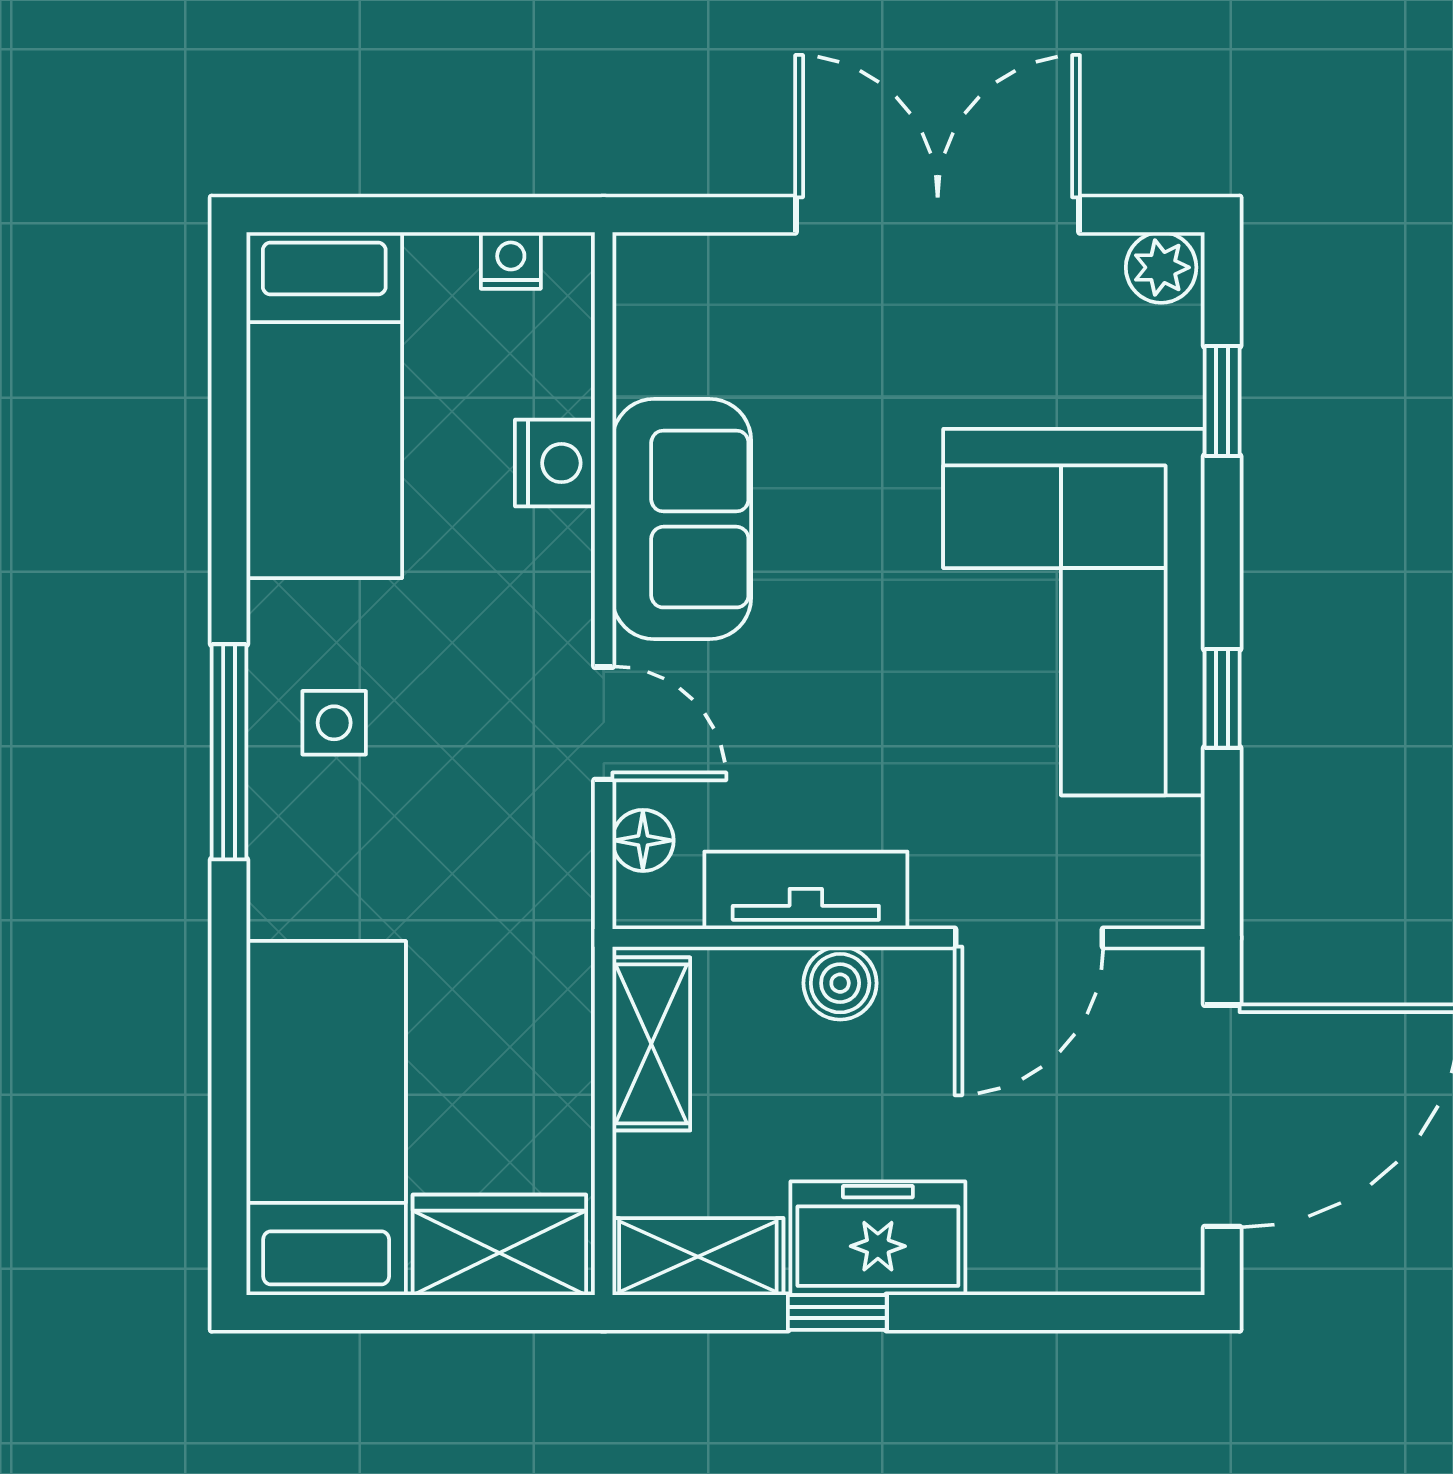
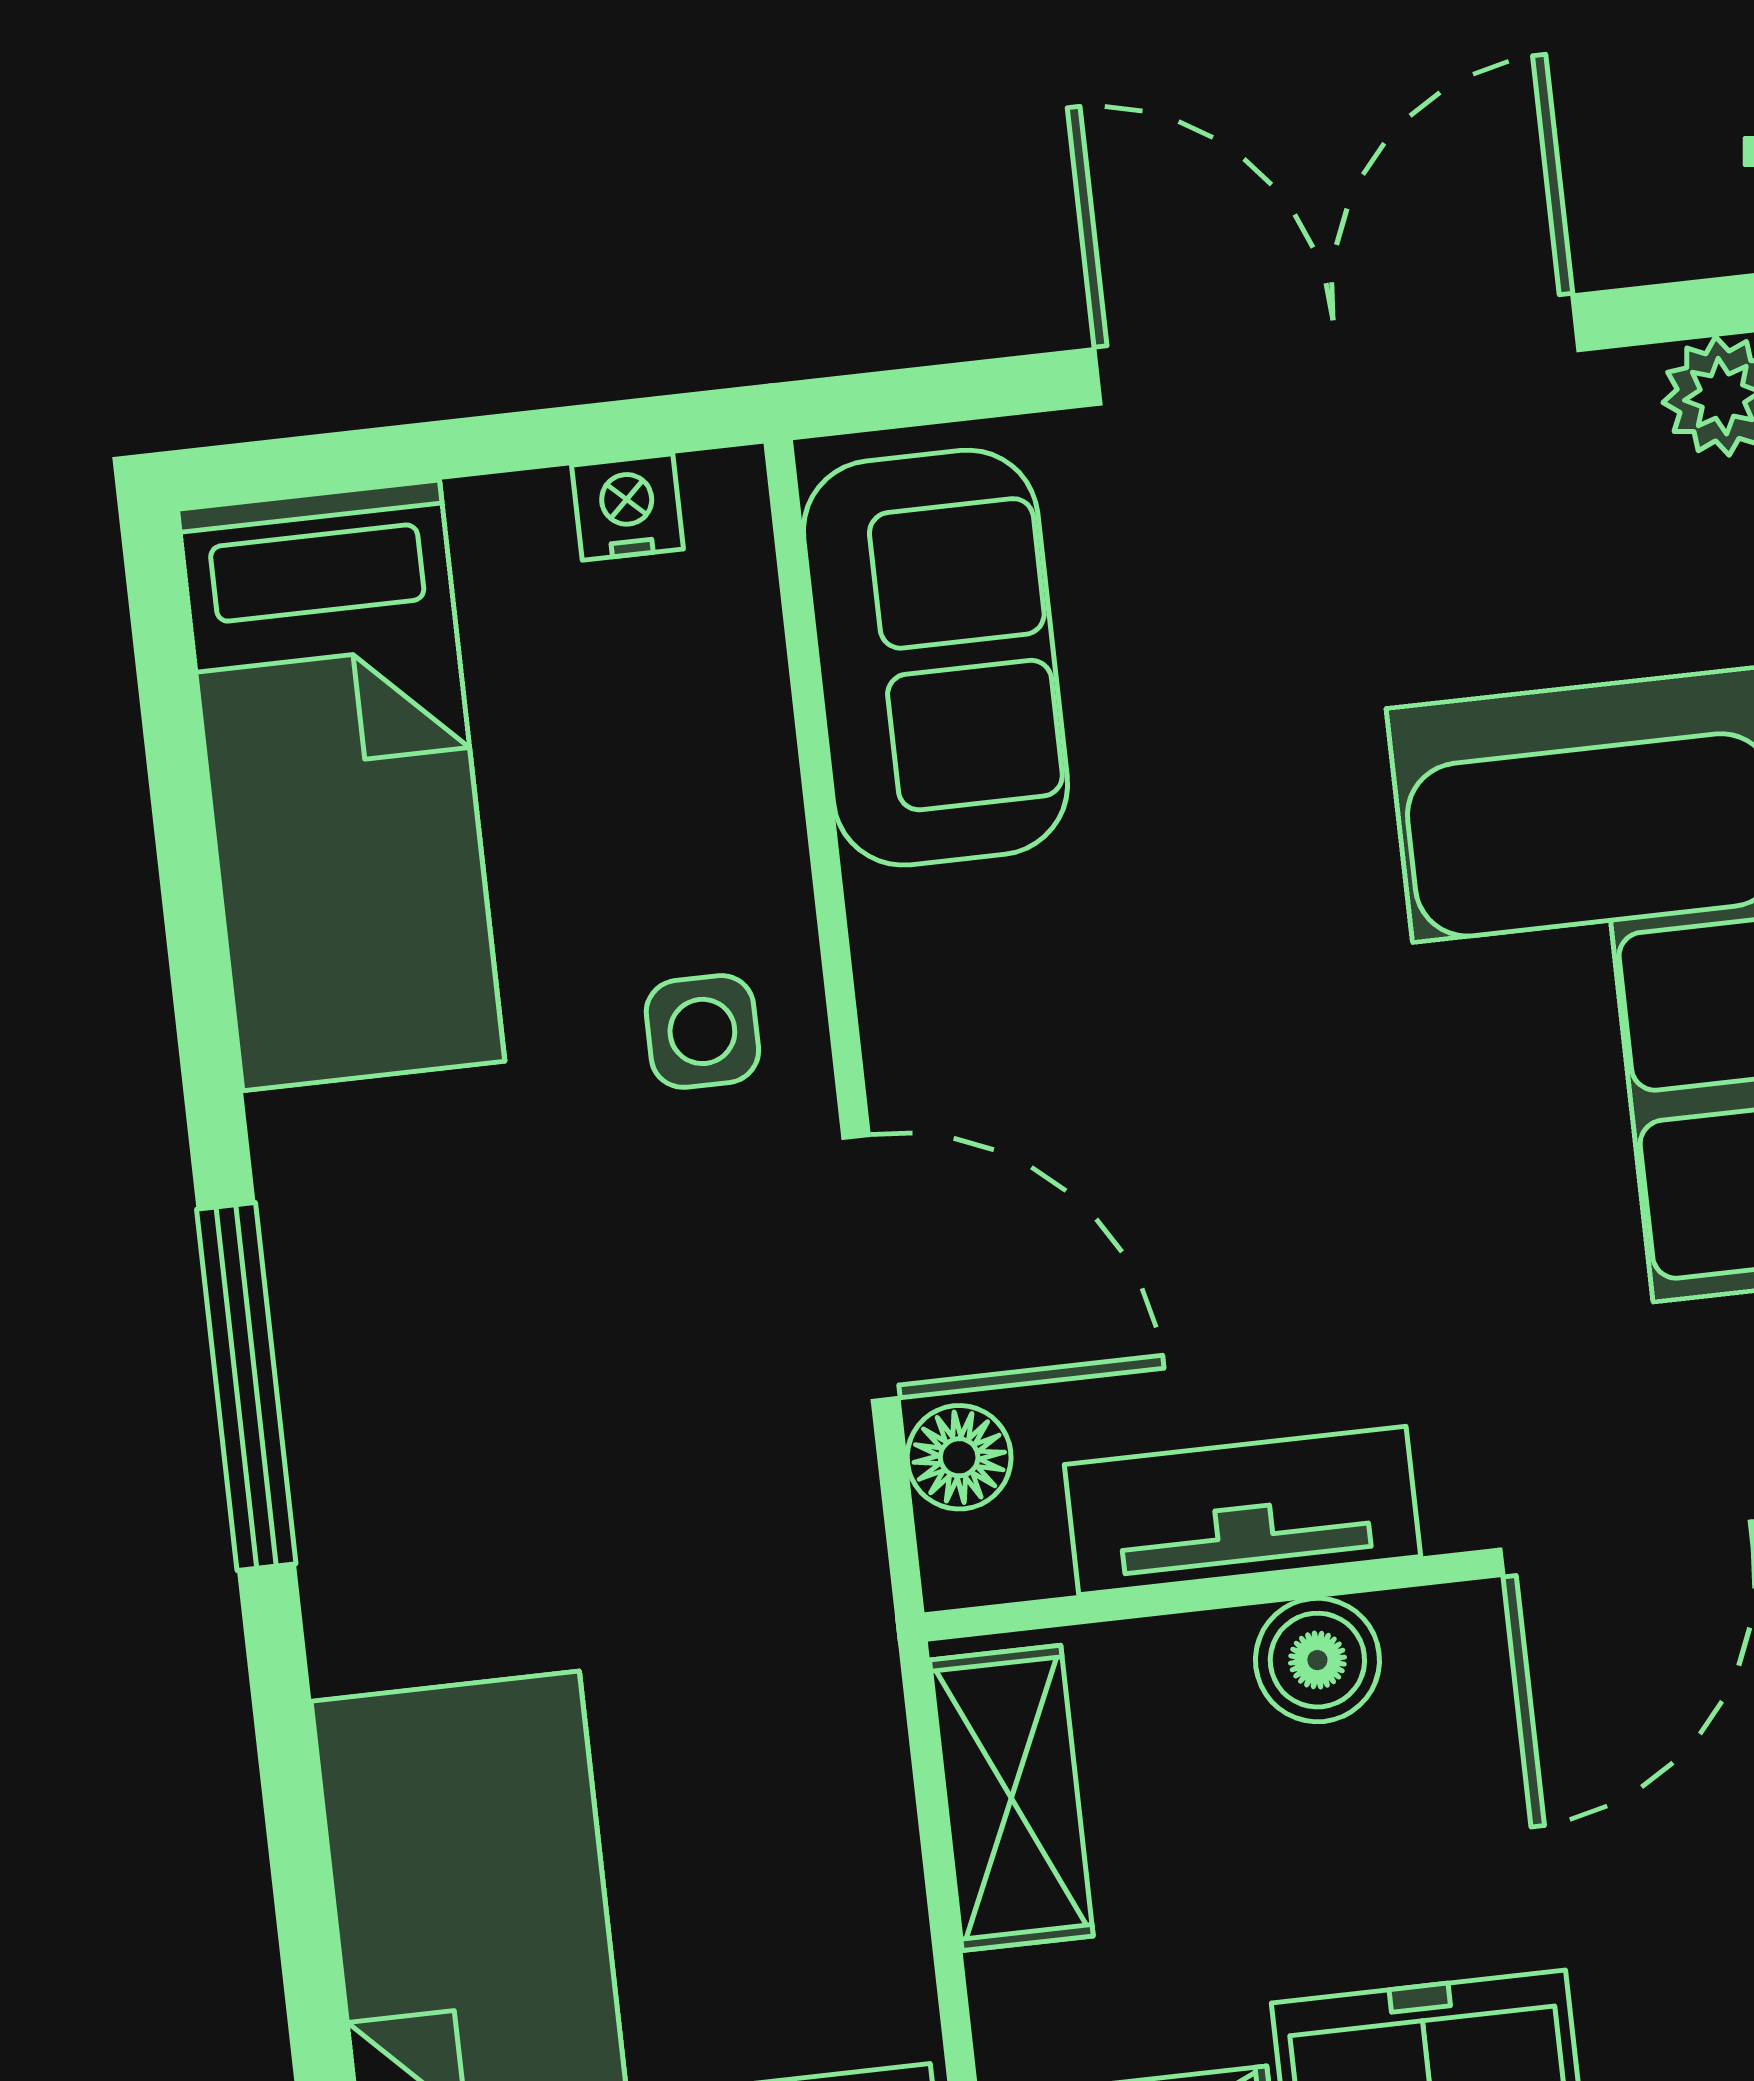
nightstand: (555, 463) -> (740, 839), removed
sofa: (682, 519) -> (936, 658), moved
side table: (334, 723) -> (702, 1031), moved
door: (604, 723) -> (871, 1268), width x1.38

